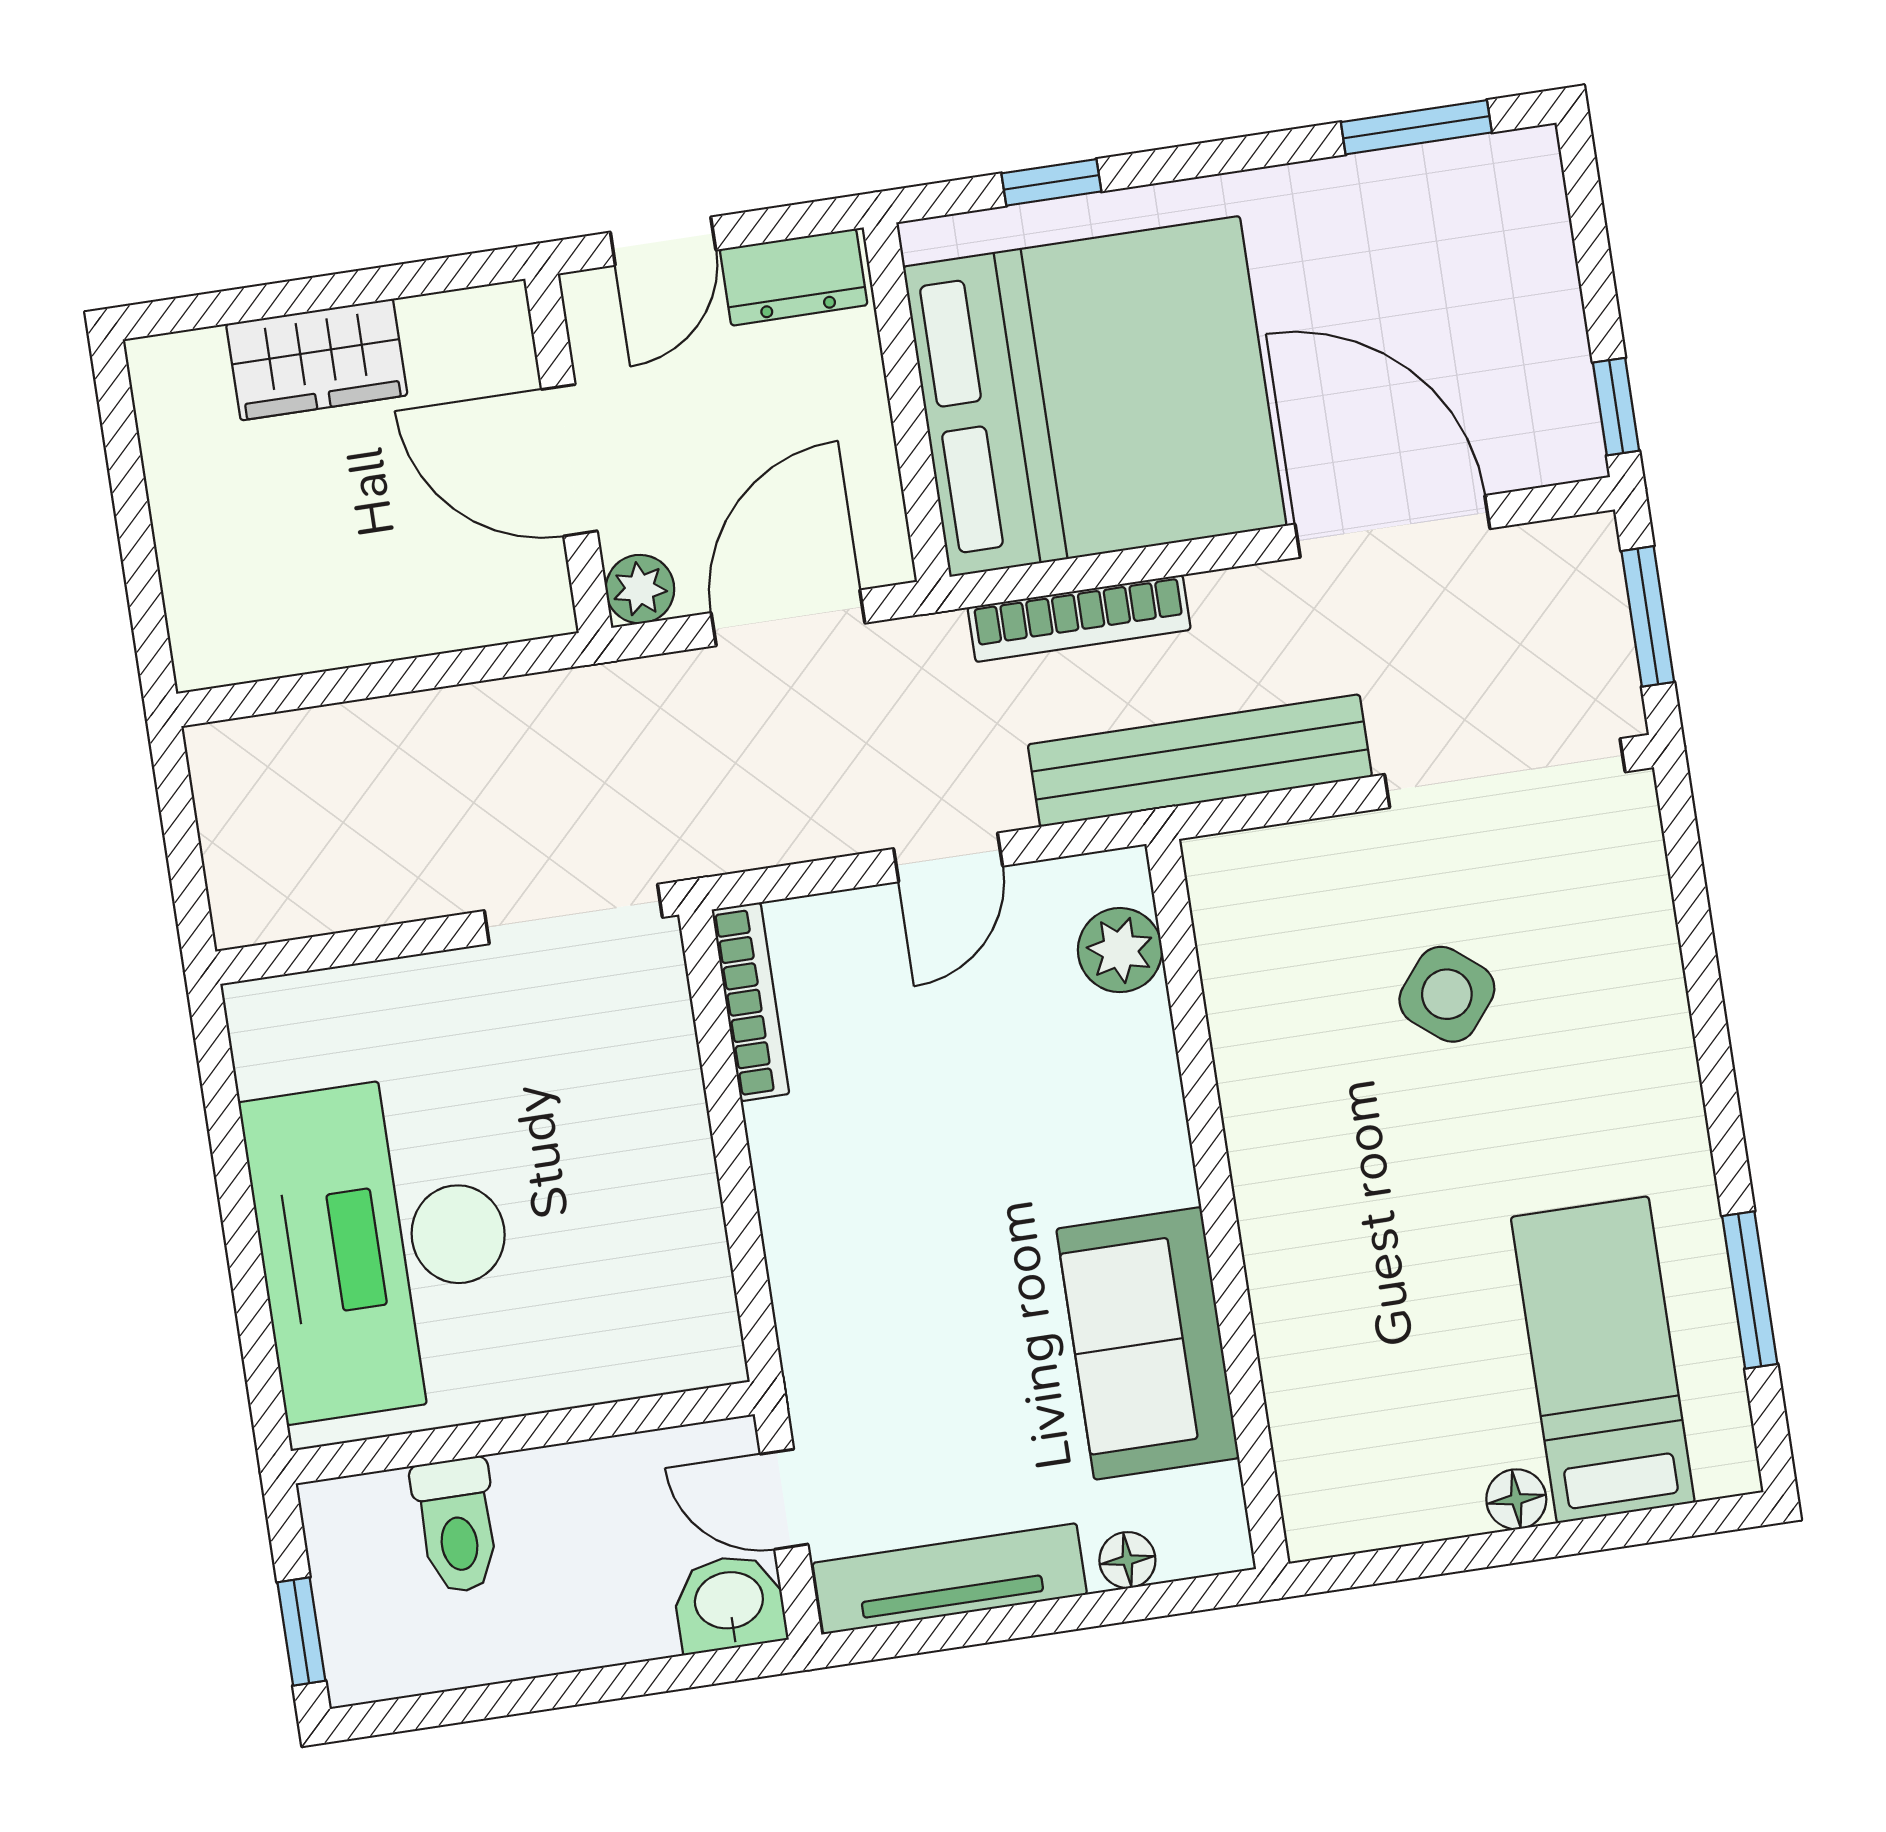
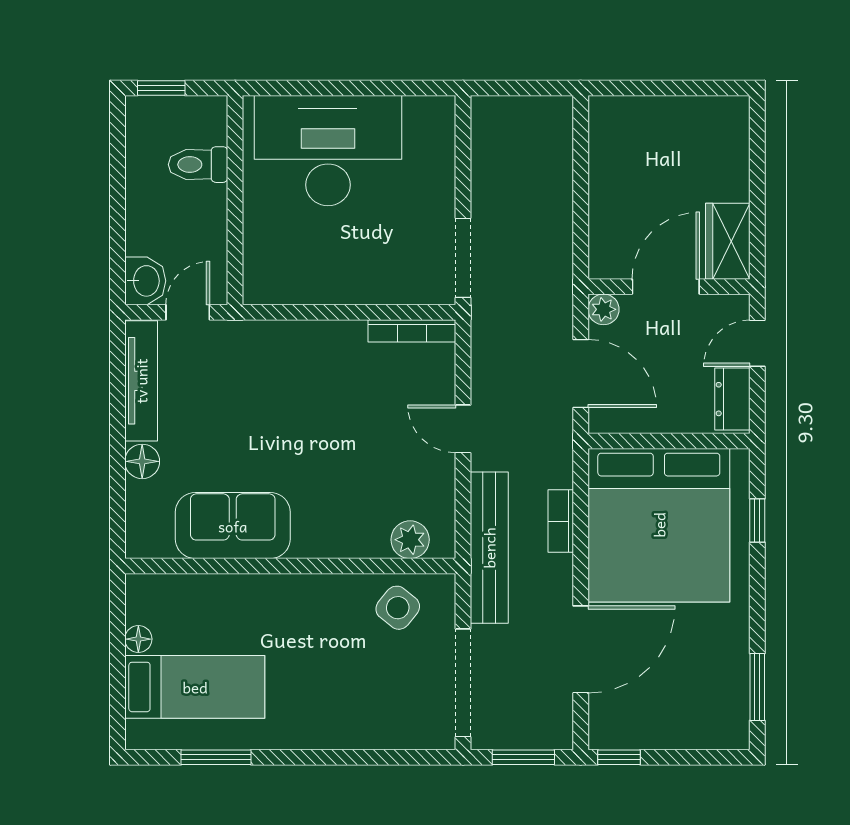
door: (663, 241) -> (757, 343), hinge flipped
wardrobe: (317, 360) -> (728, 241), moved
bookcase: (1079, 618) -> (561, 521), width x0.64
plant: (1120, 950) -> (410, 540), moved
side table: (1447, 994) -> (398, 608), moved
wall: (1217, 1204) -> (290, 566), moved
sofa: (1148, 1343) -> (233, 526), moved
floor lamp: (1127, 1560) -> (142, 461), width x1.37, depth x1.37

